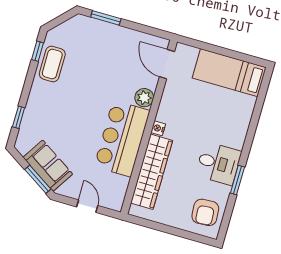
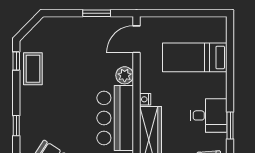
window: (106, 18) -> (97, 13), moved
door: (167, 64) -> (136, 39), hinge flipped
bed: (229, 73) -> (195, 57), moved

